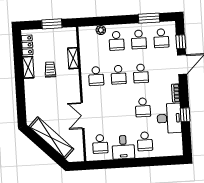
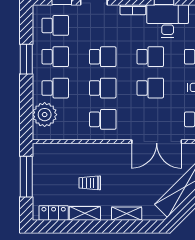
window: (149, 18) -> (26, 59), moved
window: (52, 24) -> (26, 177), width x1.44
plant: (101, 30) -> (45, 115), width x1.88, depth x1.88
shelving: (73, 58) -> (127, 214), moved
school desk: (120, 109) -> (150, 88), added
double door: (82, 116) -> (157, 142), width x1.37

